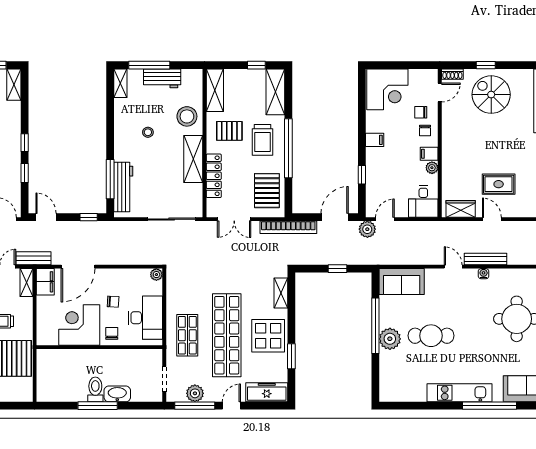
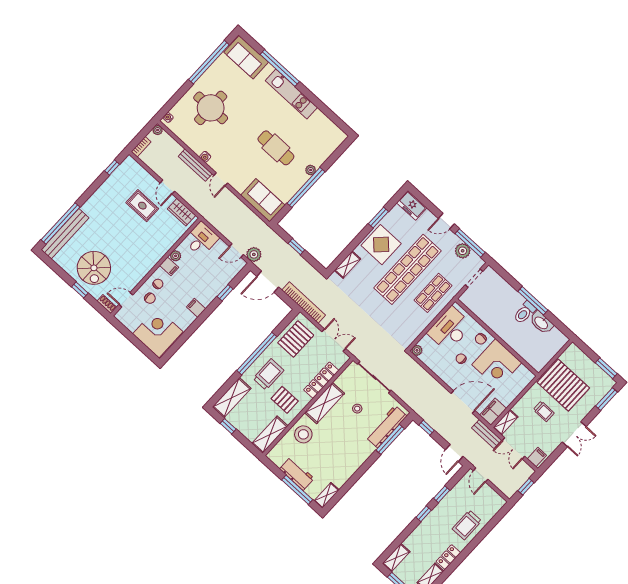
stool: (148, 132) -> (357, 409), moved
plant: (390, 339) -> (311, 170), width x0.53, depth x0.53
freezer: (267, 392) -> (412, 205), width x0.71
washbasin: (117, 394) -> (541, 323), moved

